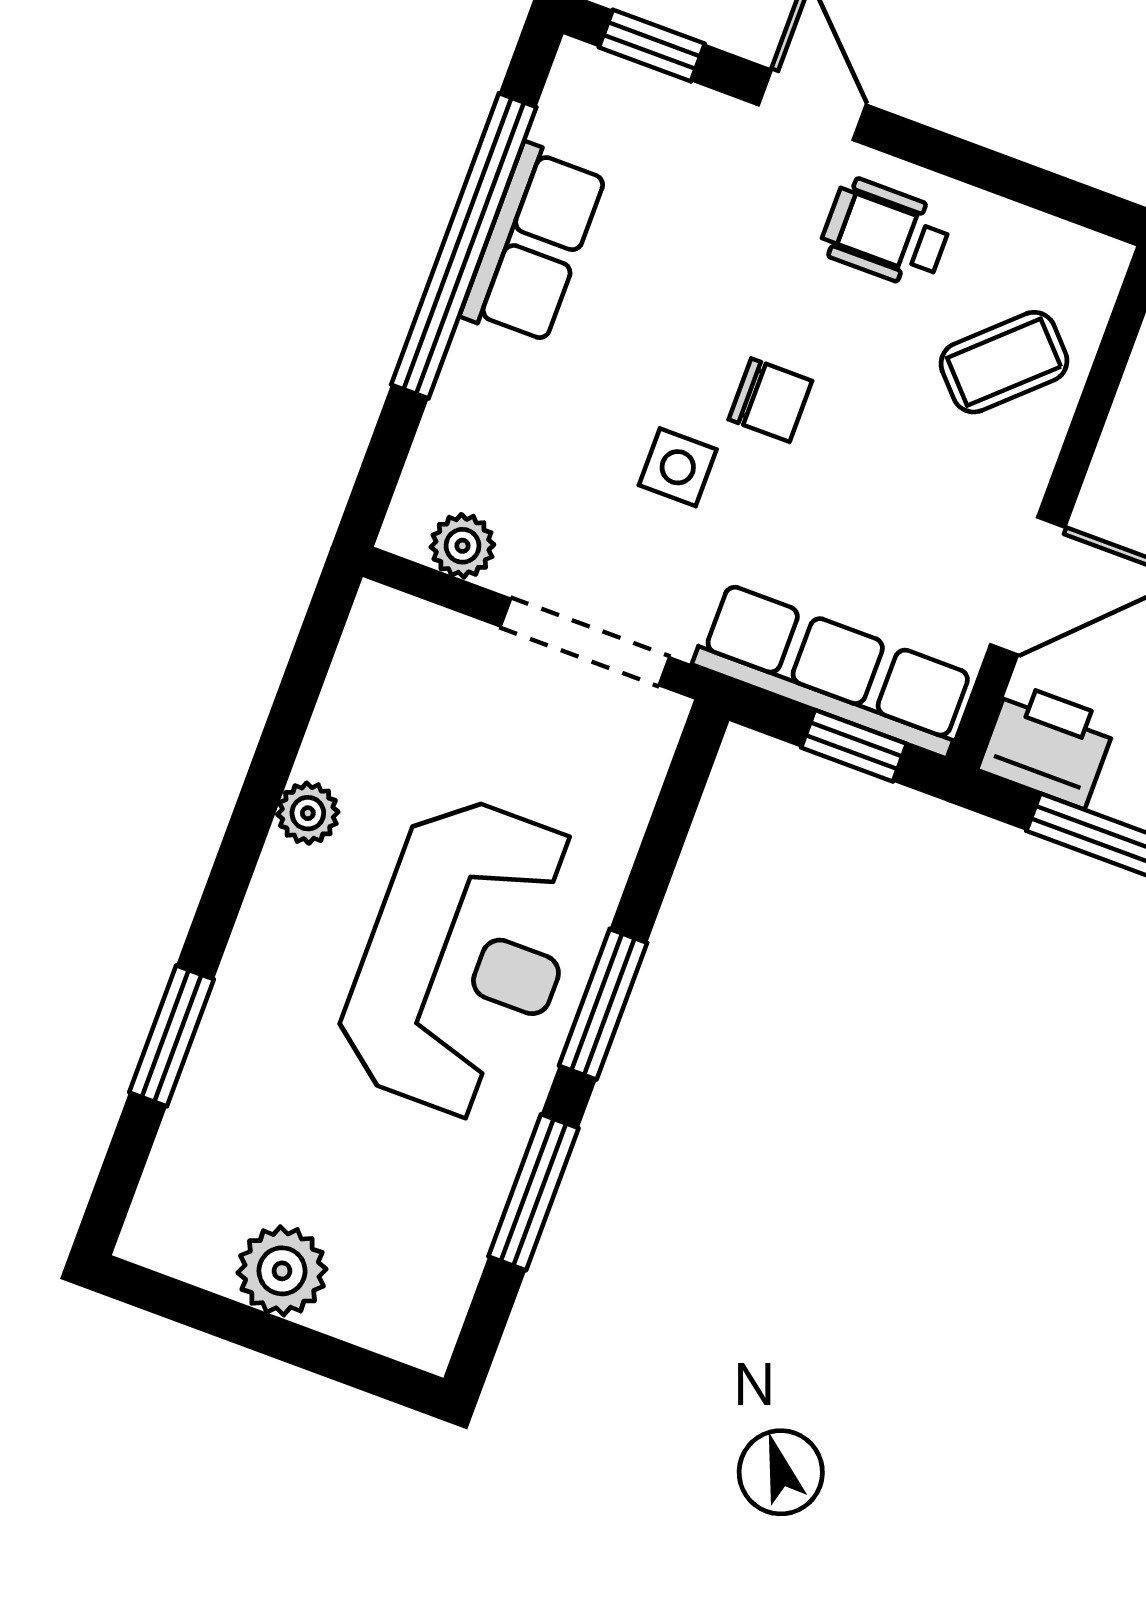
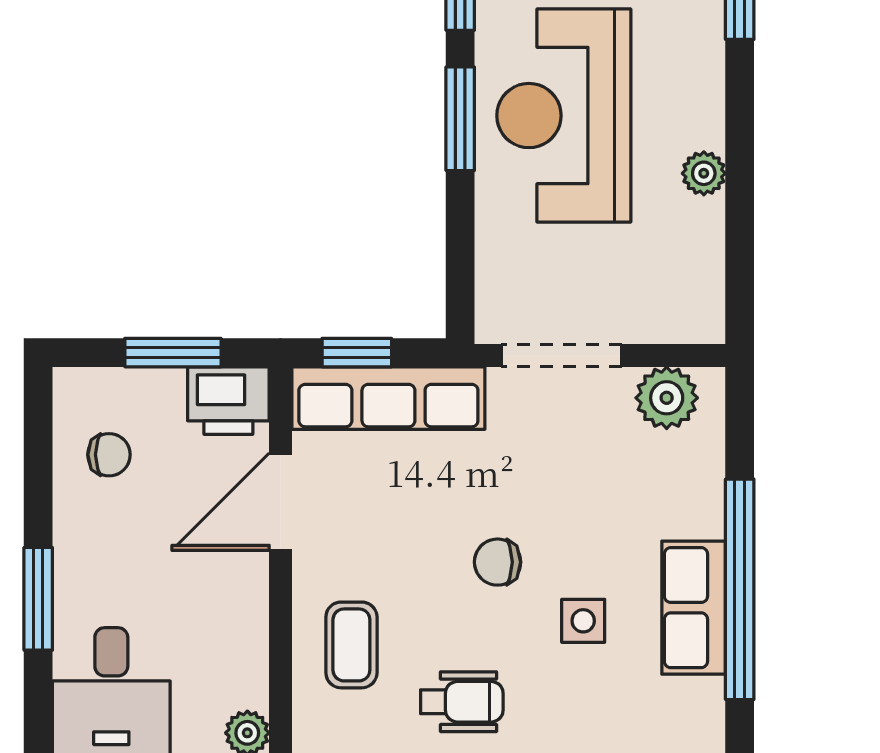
coffee table: (1004, 362) -> (351, 645), turned -47
side table: (678, 467) -> (583, 621), moved
plant: (462, 546) -> (667, 398), width x1.38, depth x1.38

